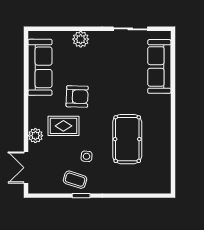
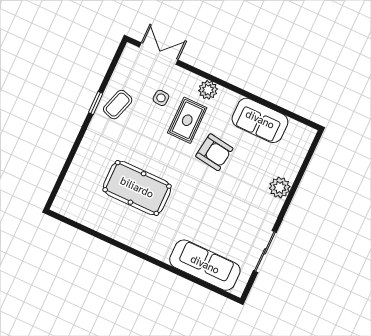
sofa: (40, 67) -> (260, 120), width x0.73
armchair: (77, 96) -> (214, 152), turned -84
plant: (35, 136) -> (208, 90), moved
side table: (87, 156) -> (161, 98), moved

